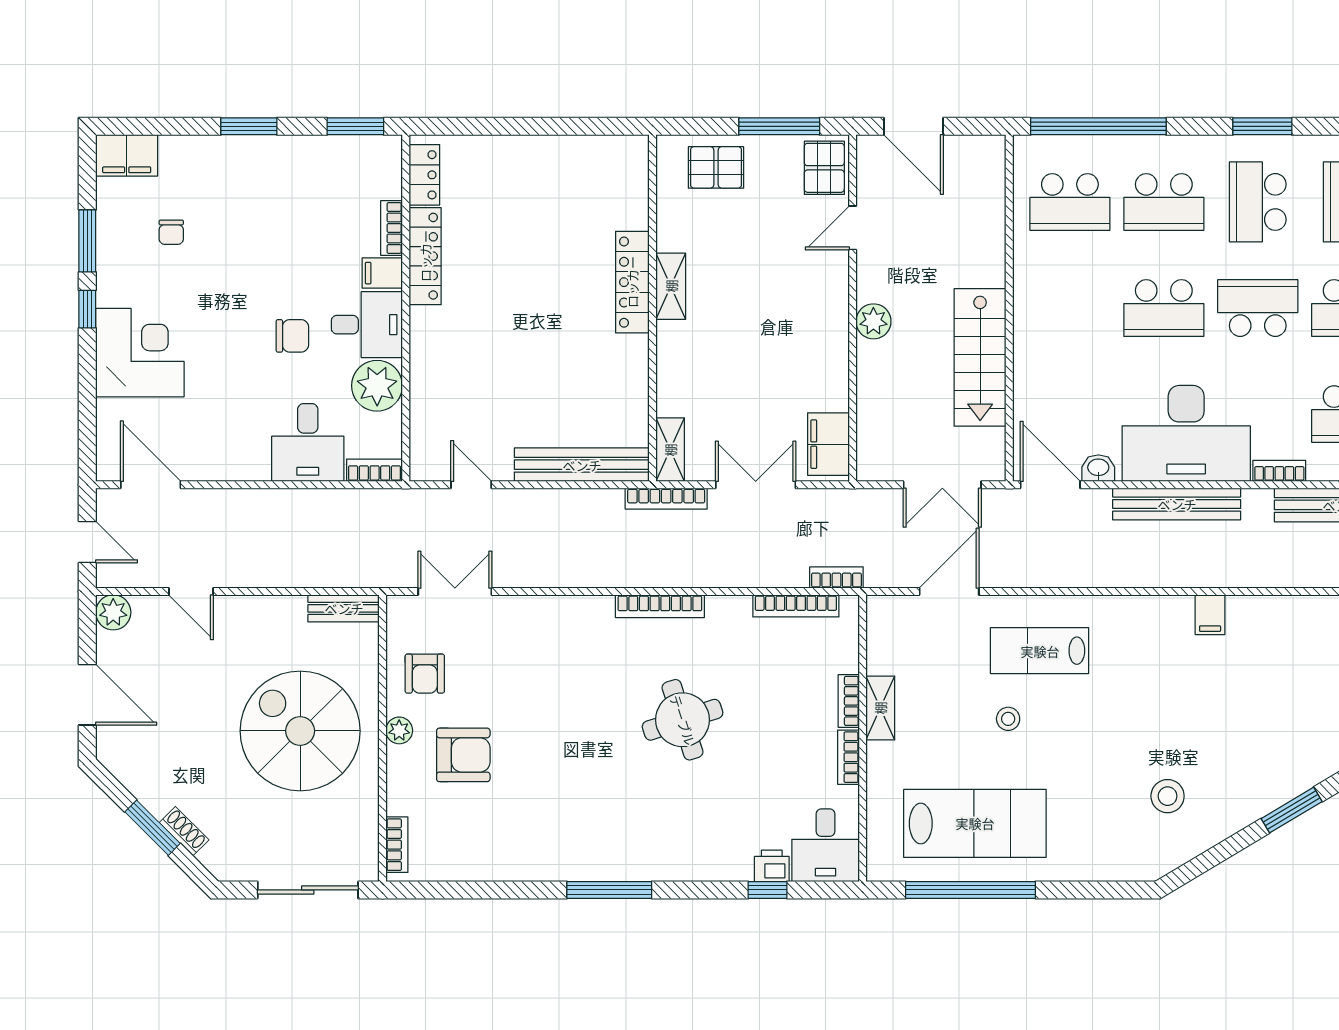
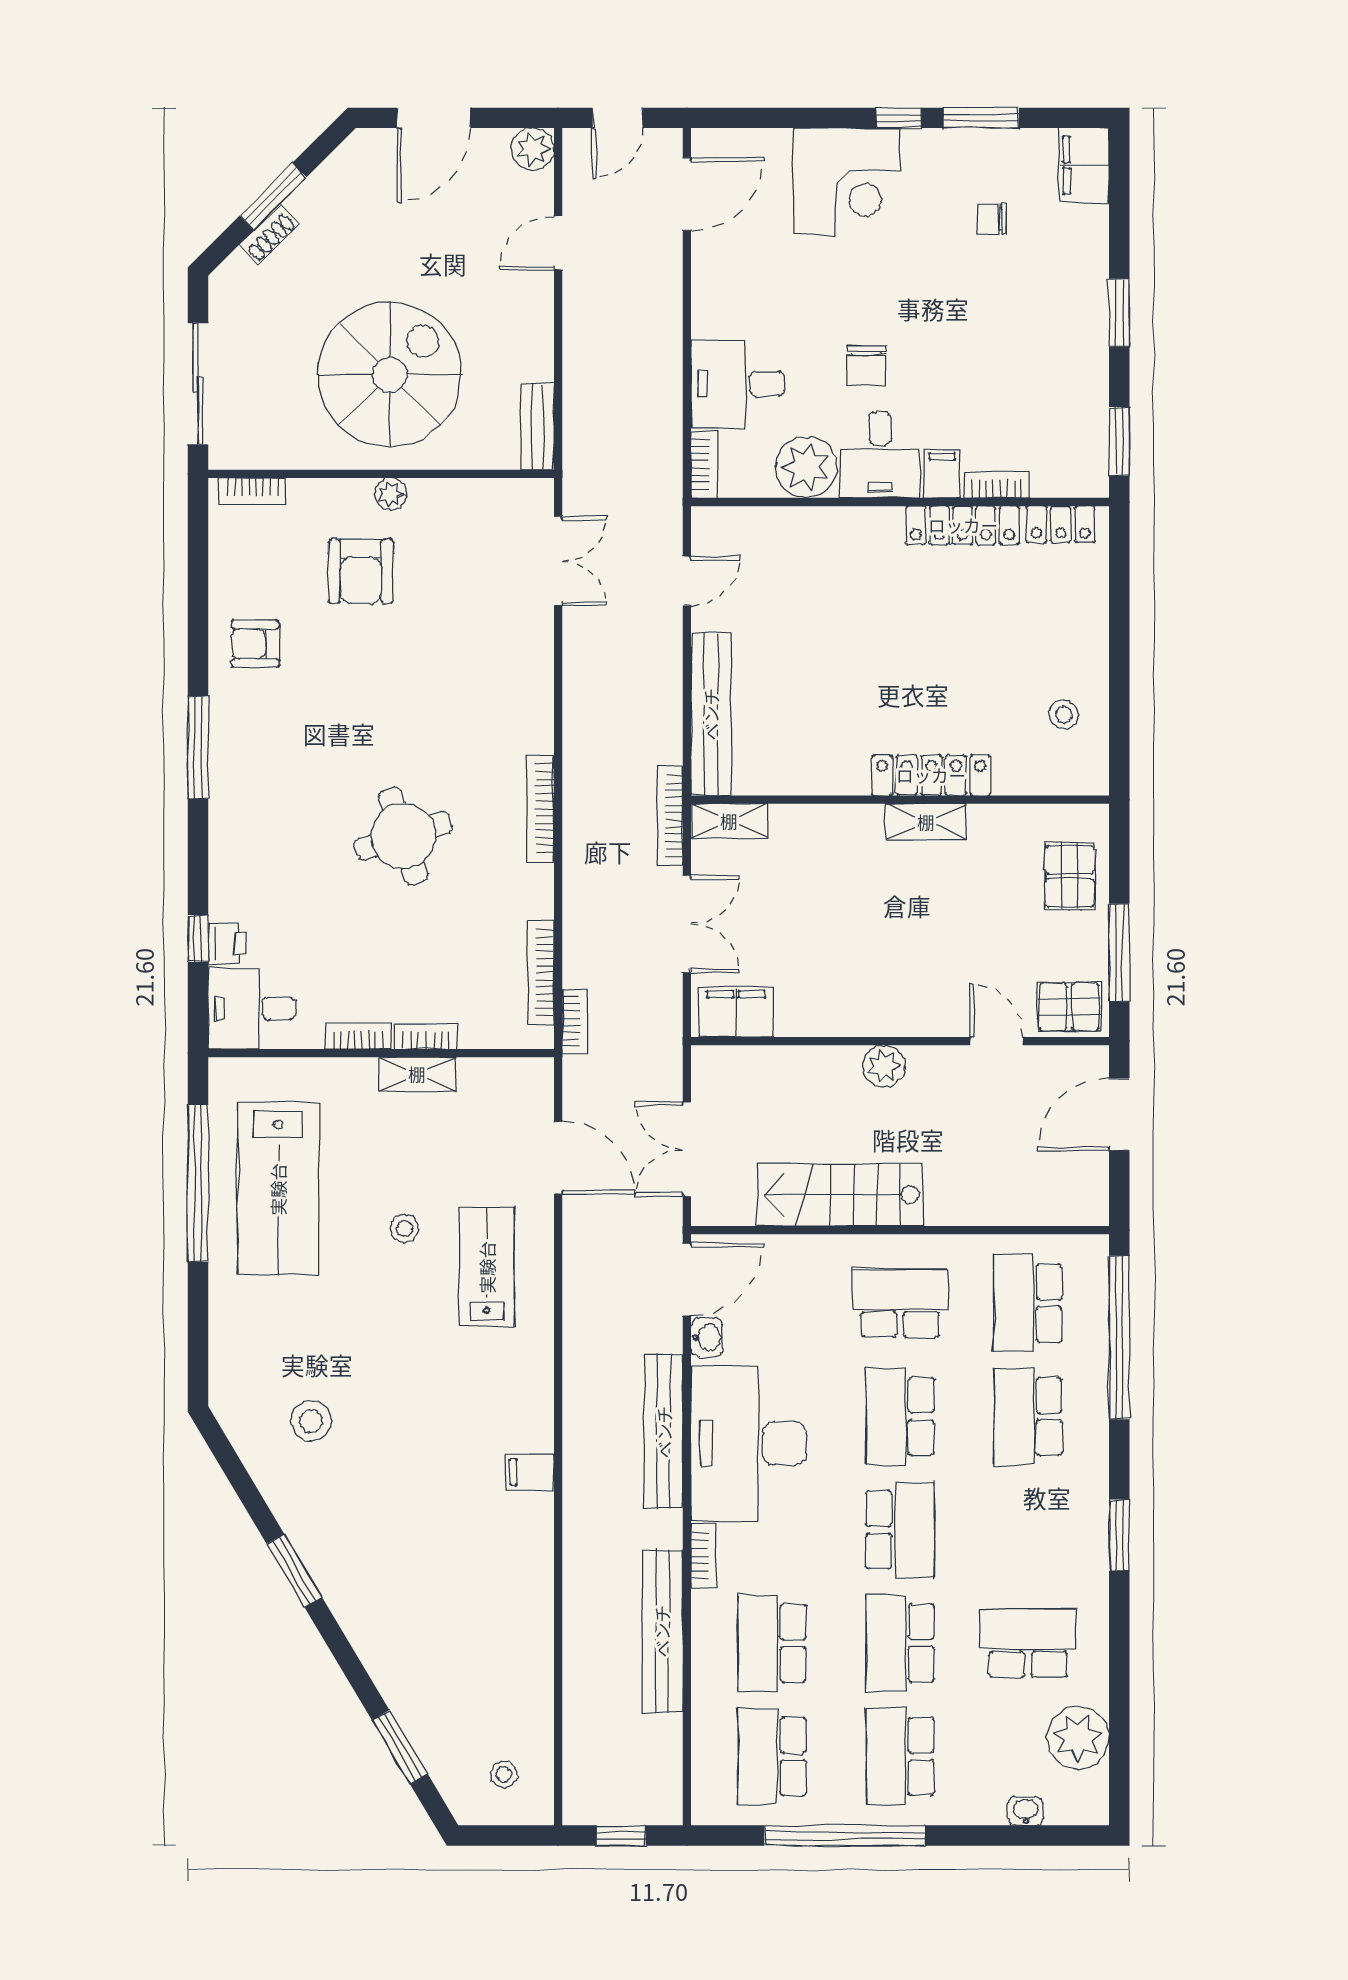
stool: (582, 172) -> (1064, 715), added
school desk: (1258, 202) -> (900, 1303), moved
armchair: (425, 674) -> (255, 644), moved

